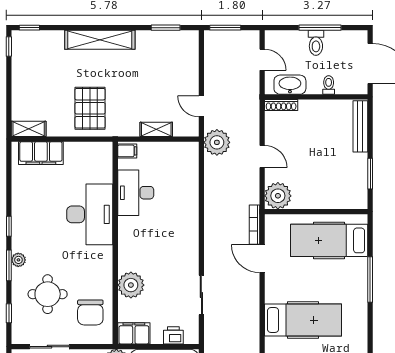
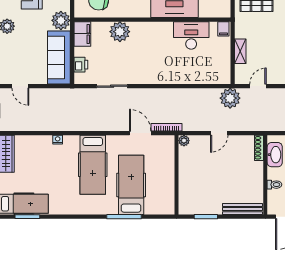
plant: (278, 196) -> (184, 141), width x0.53, depth x0.53
hospital bed: (329, 240) -> (131, 185), moved
door: (262, 259) -> (140, 133), hinge flipped

